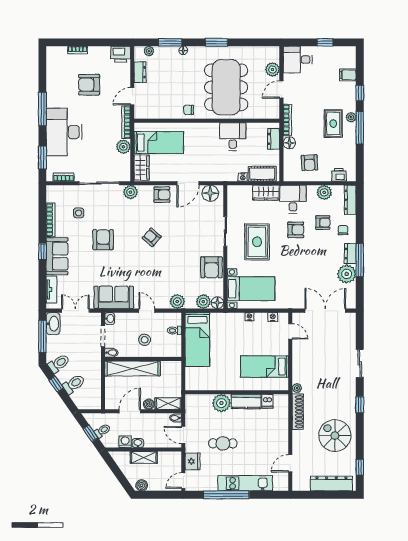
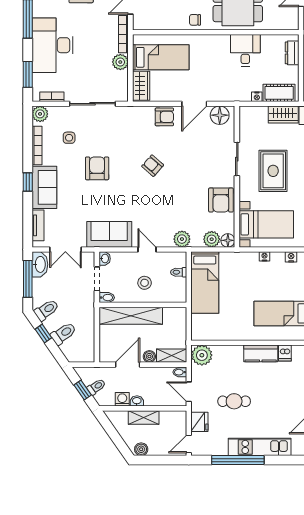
plant: (131, 192) -> (40, 114), moved
double door: (75, 311) -> (65, 249), swing flipped
plant: (221, 403) -> (202, 355), moved

